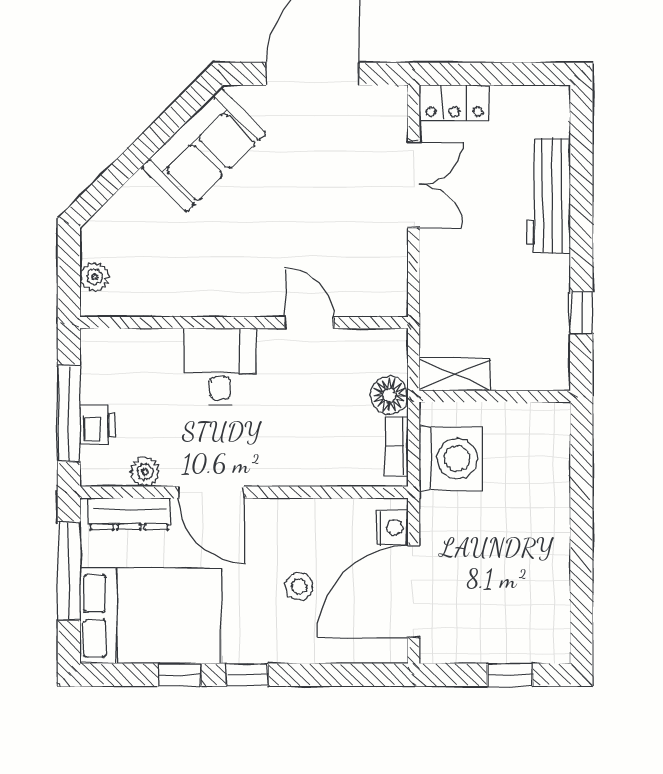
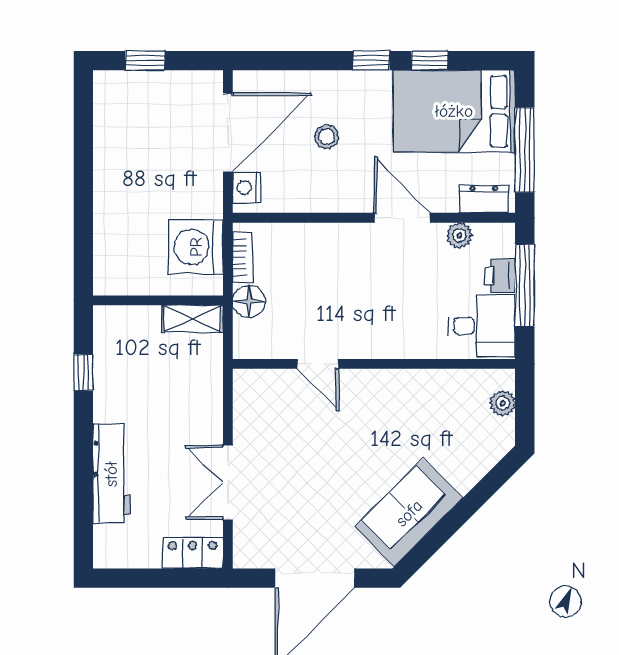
desk: (220, 367) -> (482, 326), moved, turned -90
dresser: (129, 514) -> (484, 199), width x0.70

